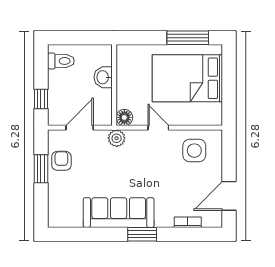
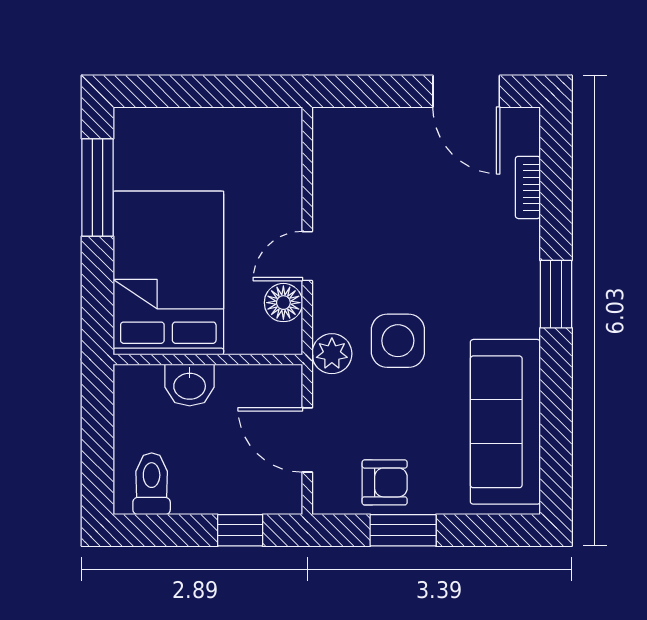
bed: (187, 78) -> (168, 273), moved, turned 180
floor lamp: (124, 117) -> (283, 303), moved
side table: (194, 151) -> (398, 341), moved
armchair: (61, 161) -> (385, 482), turned 180
sofa: (119, 213) -> (505, 422), moved

